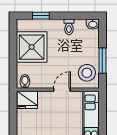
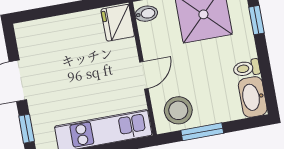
washbasin: (93, 24) -> (253, 97), width x1.91, depth x1.45
door: (62, 90) -> (144, 75), hinge flipped

